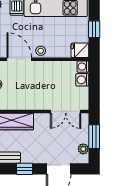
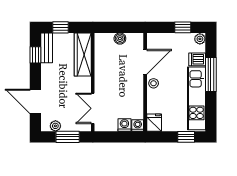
window: (94, 29) -> (186, 137), moved
window: (24, 169) -> (35, 55), moved

